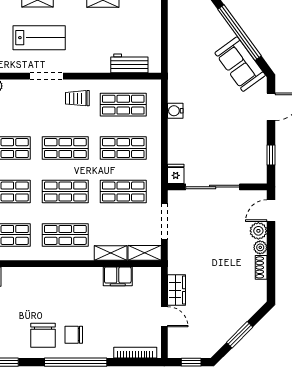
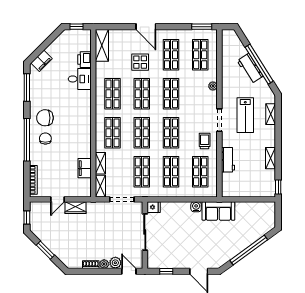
workbench: (129, 63) -> (228, 160), moved
sofa: (240, 64) -> (218, 211), moved, turned -144

